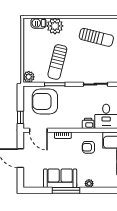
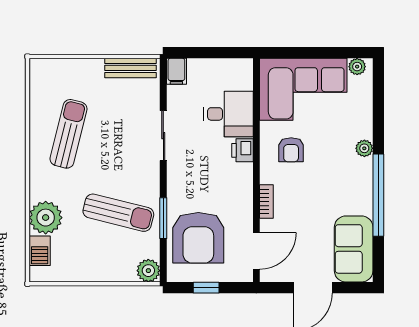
window: (20, 117) -> (206, 288), moved
sofa: (60, 178) -> (354, 249), moved
window: (66, 190) -> (378, 195), width x1.46

